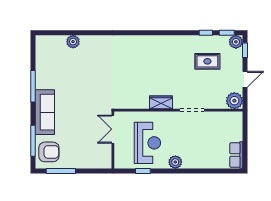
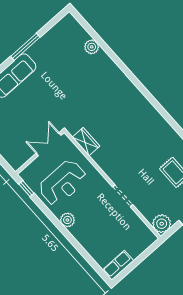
wardrobe: (161, 102) -> (86, 142), moved
window: (143, 171) -> (26, 189), moved

